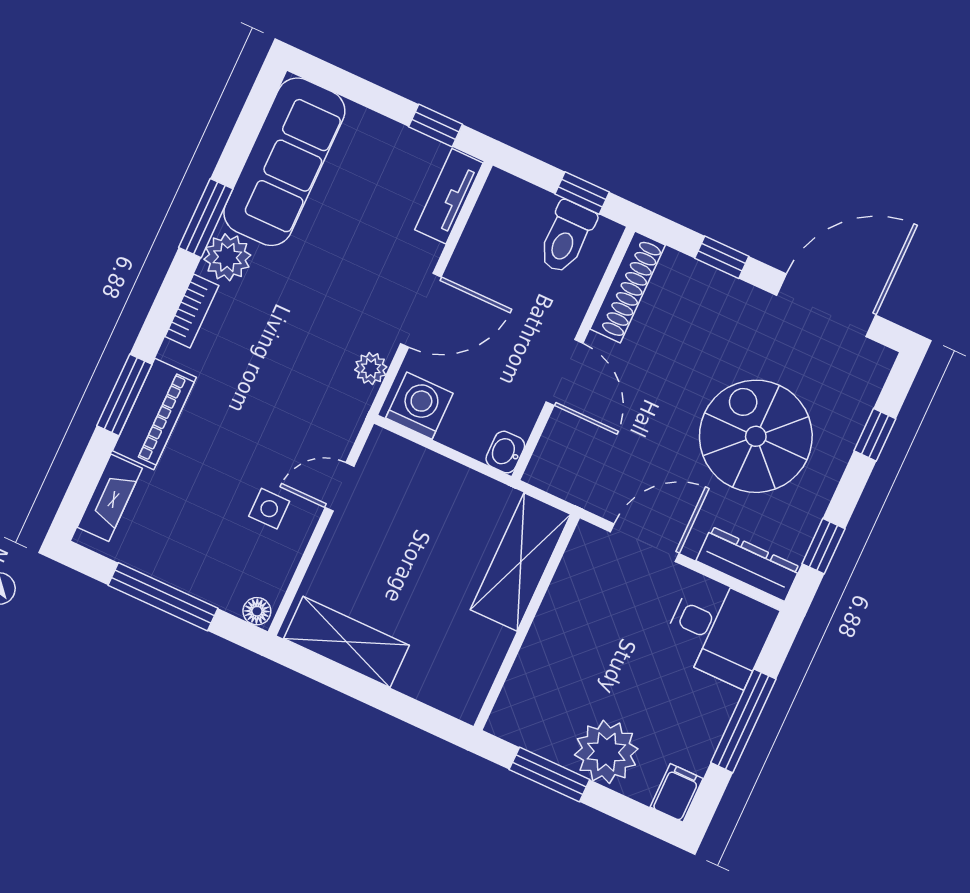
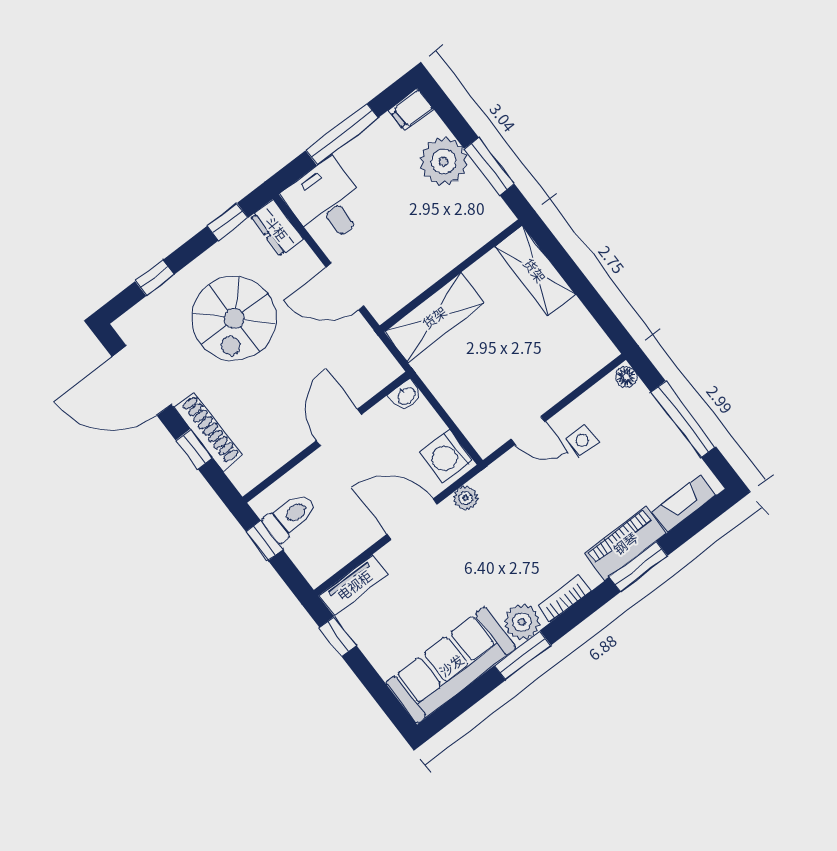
shoe rack: (628, 287) -> (208, 431), moved, turned 90
dresser: (748, 564) -> (277, 228), width x0.70
shelving: (347, 642) -> (535, 270), moved

